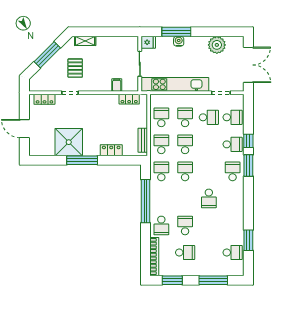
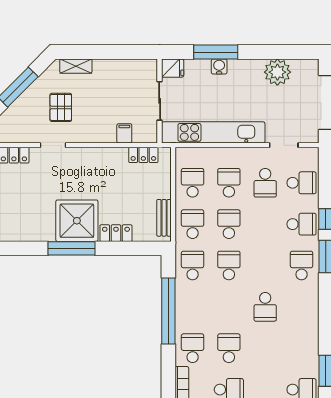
school desk: (209, 117) -> (265, 183), turned 90
shower: (69, 142) -> (77, 221), moved
school desk: (161, 225) -> (193, 348), turned 180

